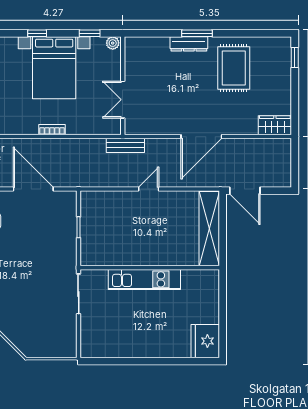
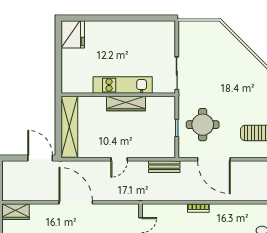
door: (201, 137) -> (76, 202), hinge flipped
bench: (125, 145) -> (164, 167), moved
round table: (47, 231) -> (203, 125), added
wardrobe: (140, 257) -> (126, 104), added

